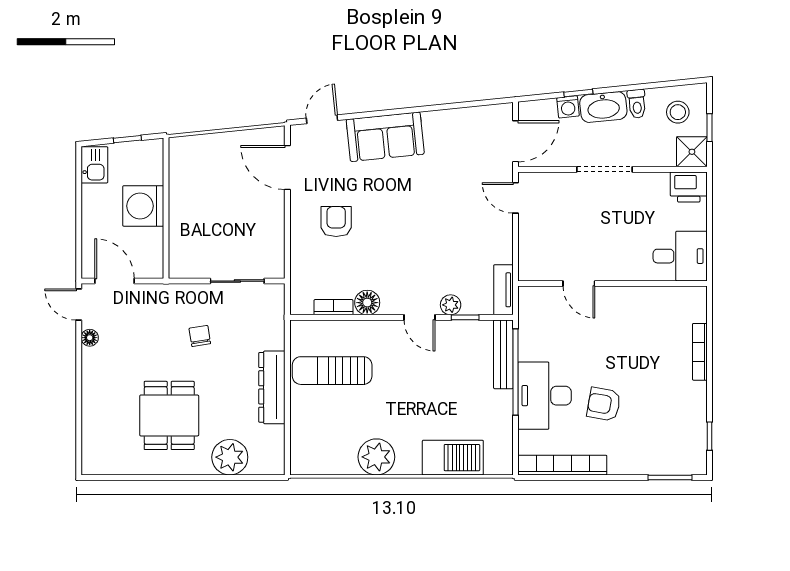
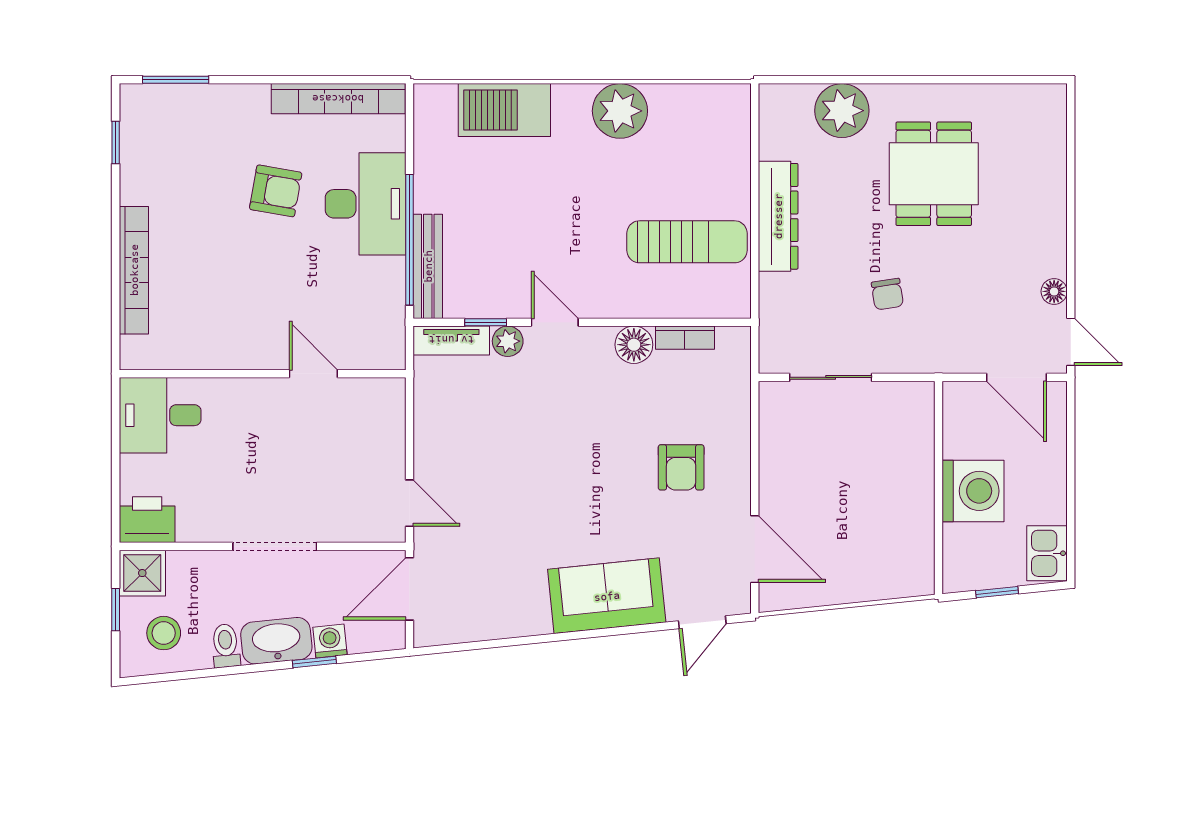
tv unit: (503, 290) -> (451, 340), moved, turned 90
bookcase: (700, 352) -> (134, 270), width x1.48, depth x1.31

